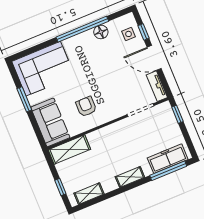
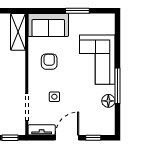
window: (82, 29) -> (117, 86), width x0.68
side table: (129, 34) -> (54, 97), moved
corner sofa: (43, 69) -> (97, 60), moved
armchair: (86, 107) -> (49, 62), turned -90

